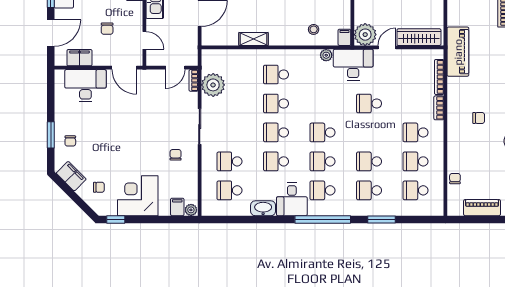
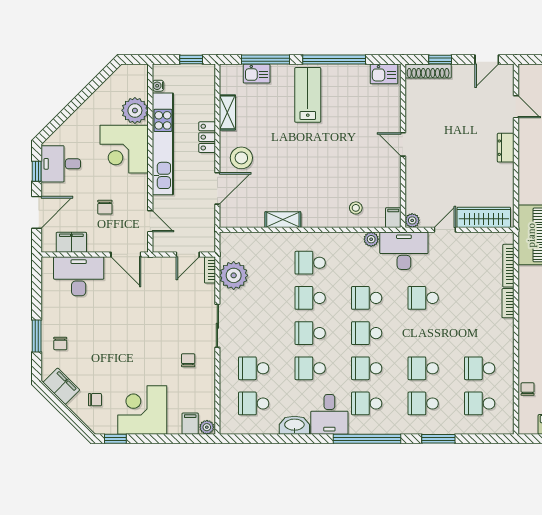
plant: (365, 35) -> (412, 220), width x0.53, depth x0.53
school desk: (416, 132) -> (367, 298), moved

